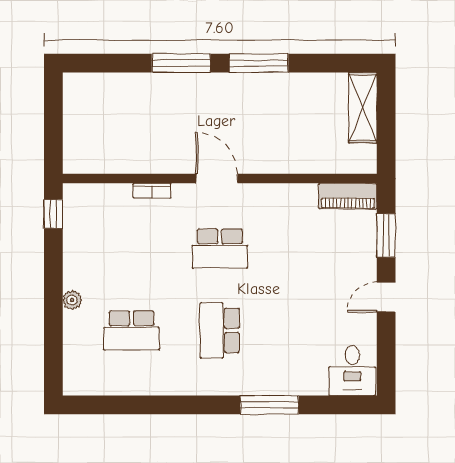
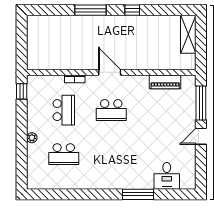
window: (259, 63) -> (132, 10), width x0.46
piano: (348, 196) -> (165, 82), moved
window: (386, 235) -> (201, 103), width x1.44
school desk: (220, 330) -> (64, 110), moved, turned 180
desk: (352, 371) -> (167, 176), moved

